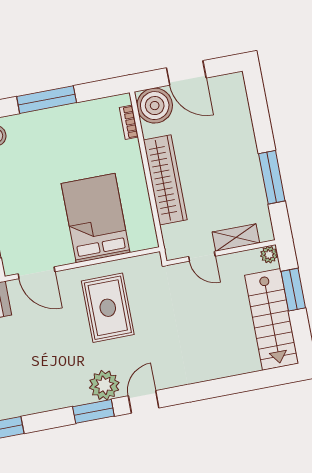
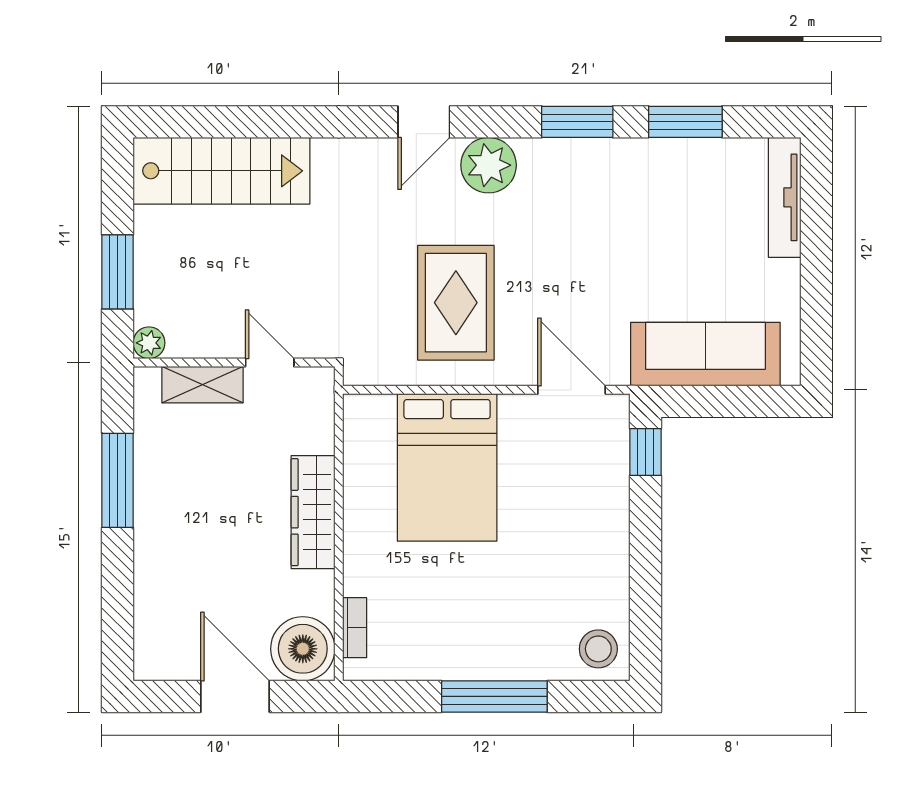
wardrobe: (165, 180) -> (313, 512), width x0.71, depth x0.85
stairs: (272, 319) -> (221, 171), moved, turned 90
window: (93, 411) -> (577, 122), moved

